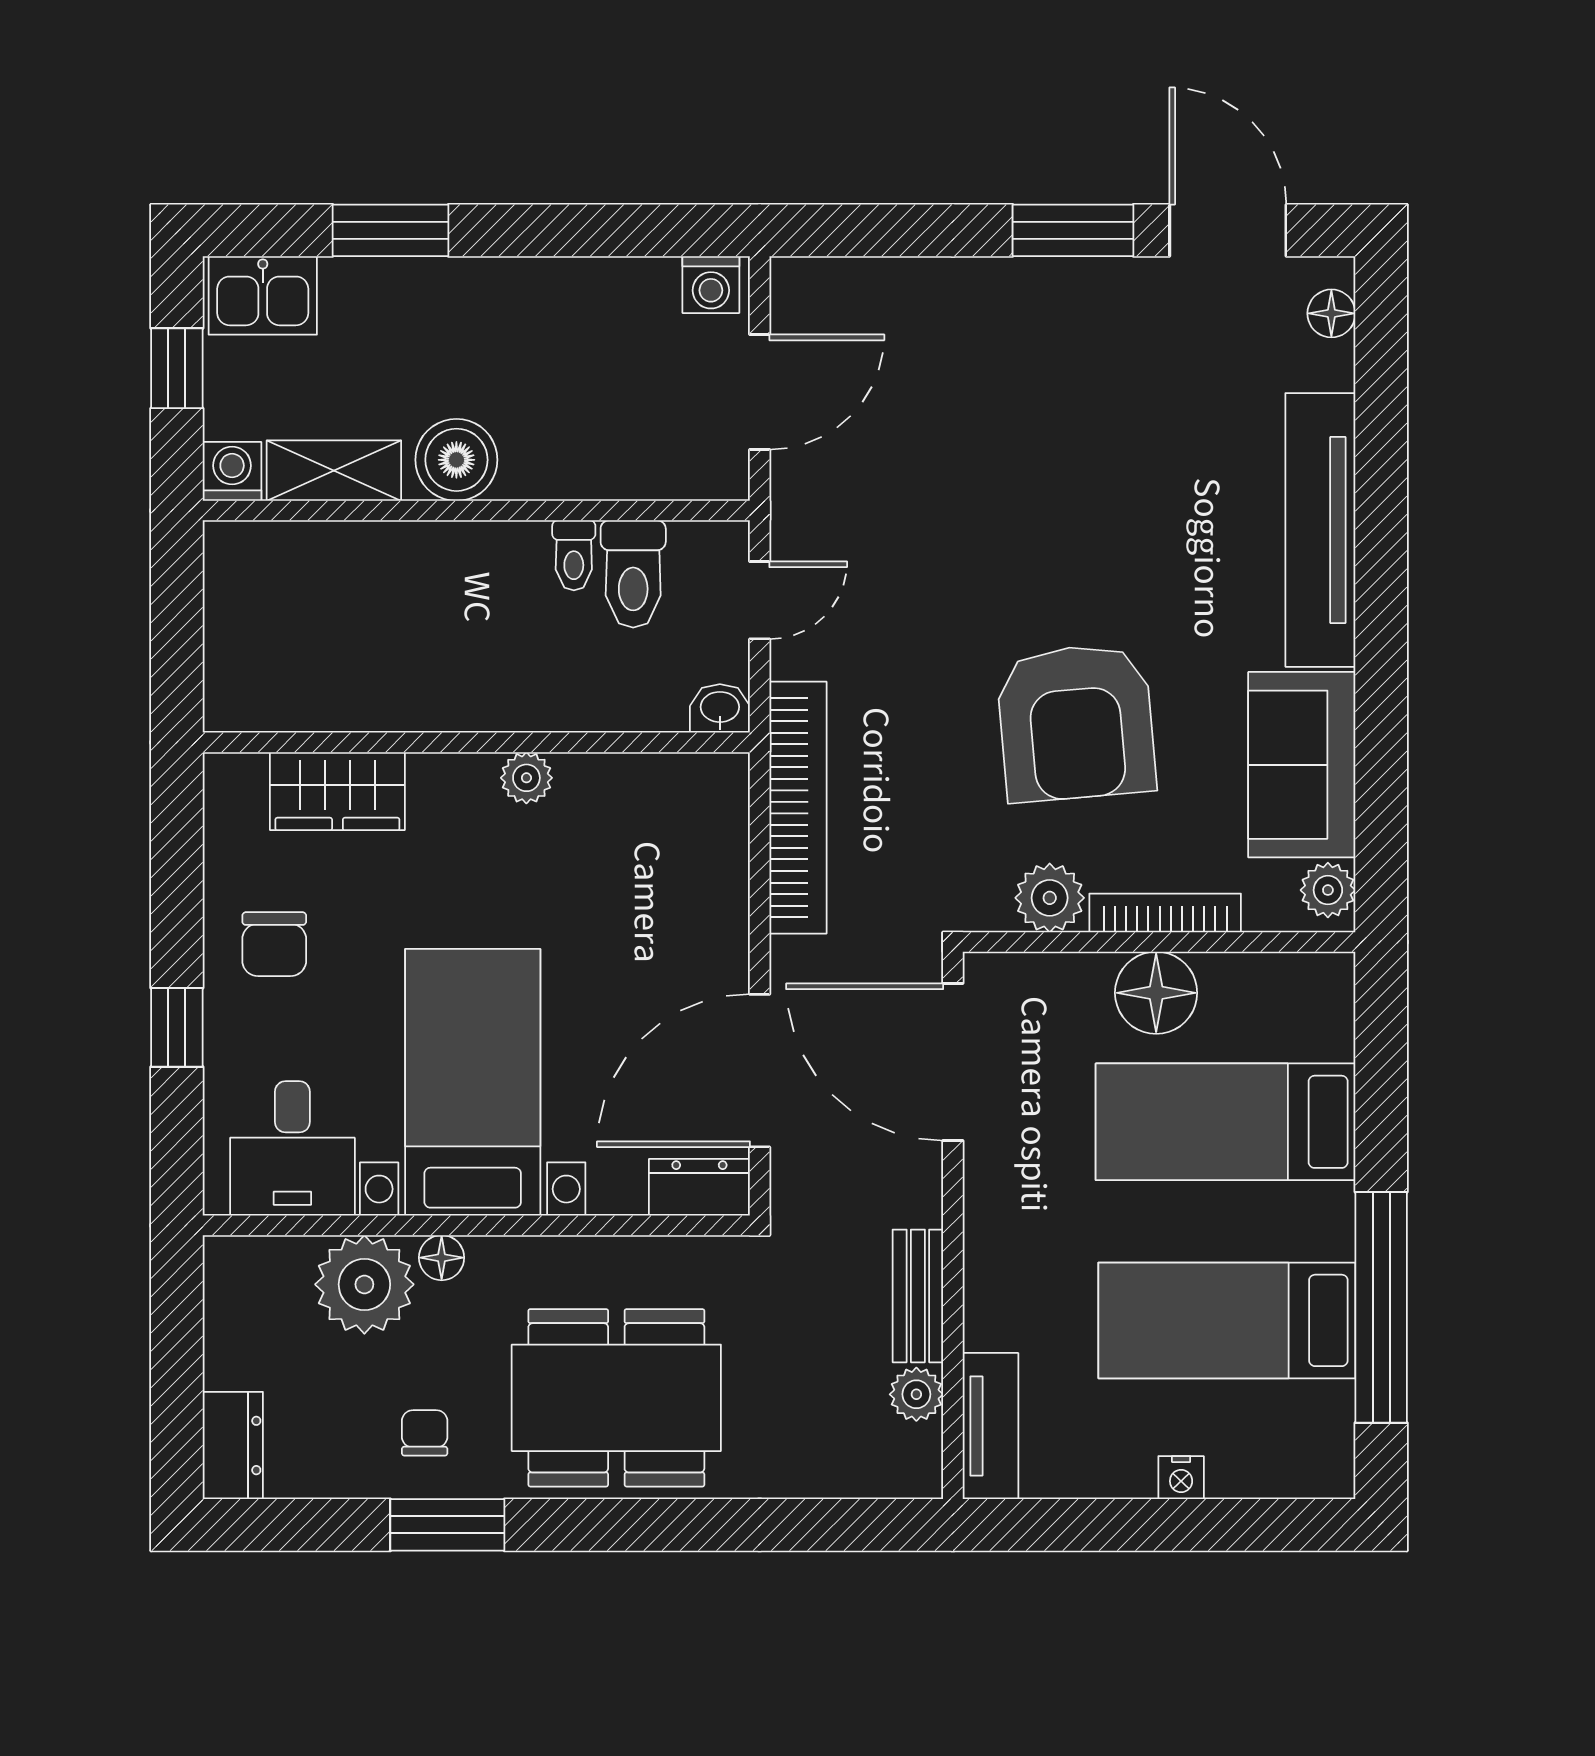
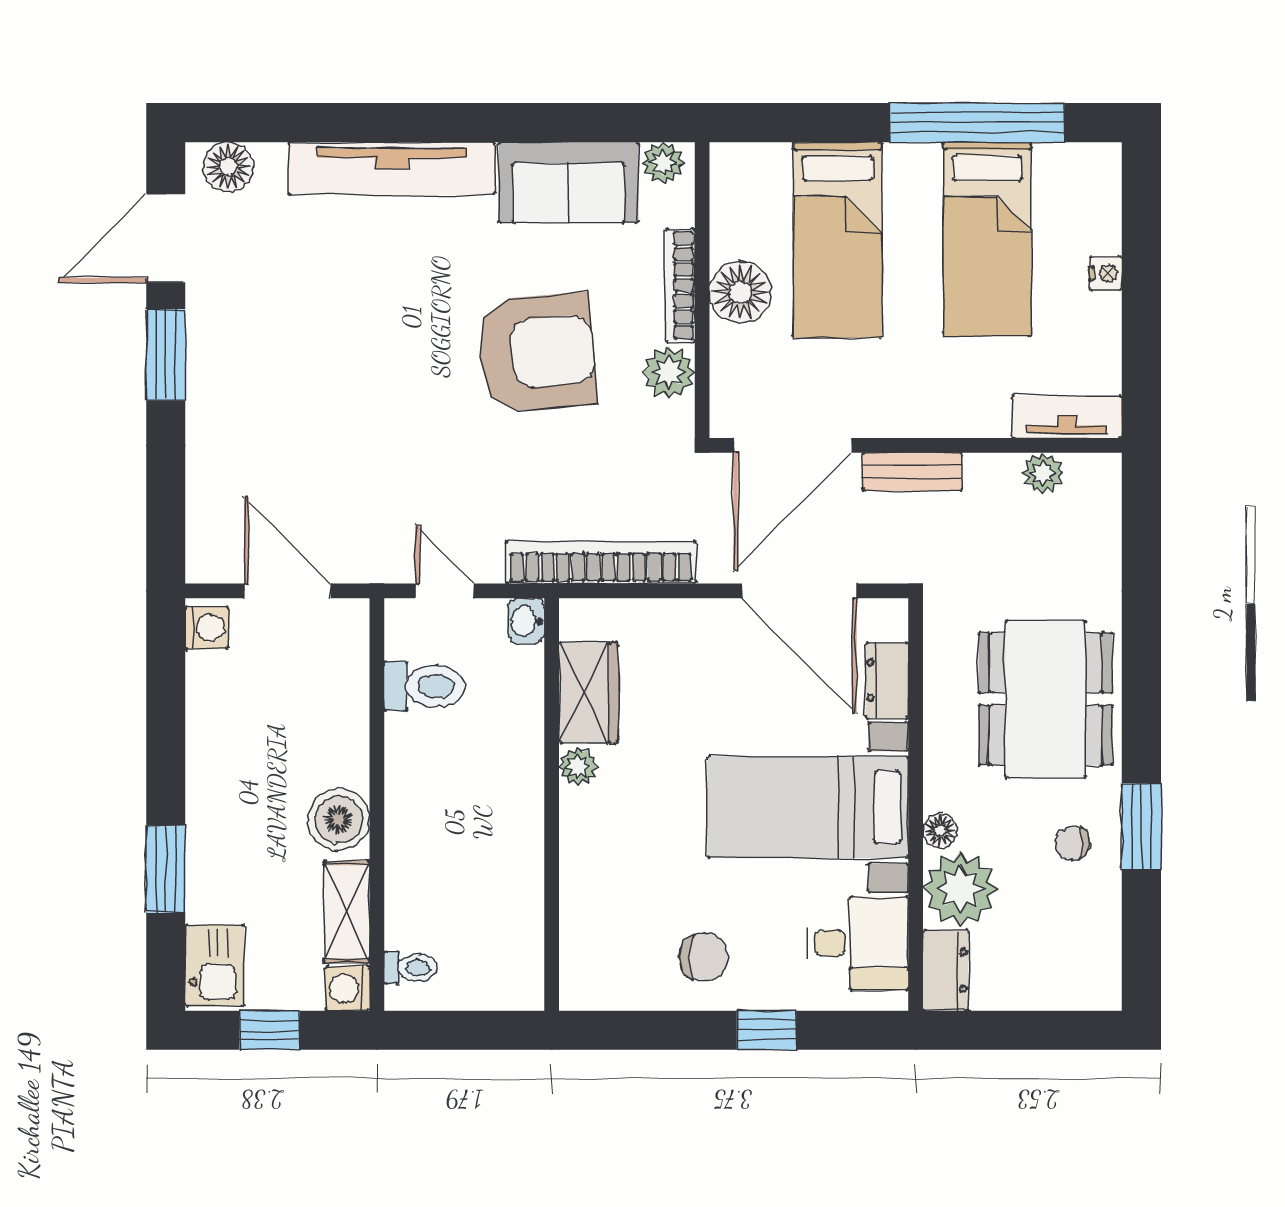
floor lamp: (1331, 313) -> (228, 167), width x1.37, depth x1.37
toilet: (574, 555) -> (411, 968), moved
wardrobe: (337, 791) -> (588, 693), moved
dresser: (699, 1187) -> (887, 680), moved
bench: (918, 1296) -> (912, 472), moved
dresser: (233, 1445) -> (946, 970), moved, turned 90

